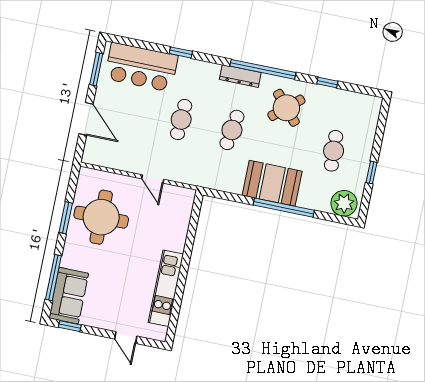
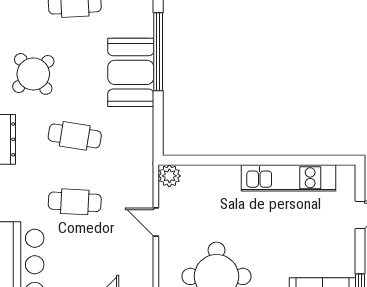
door: (153, 179) -> (156, 222), swing flipped
plant: (186, 197) -> (169, 176), added

